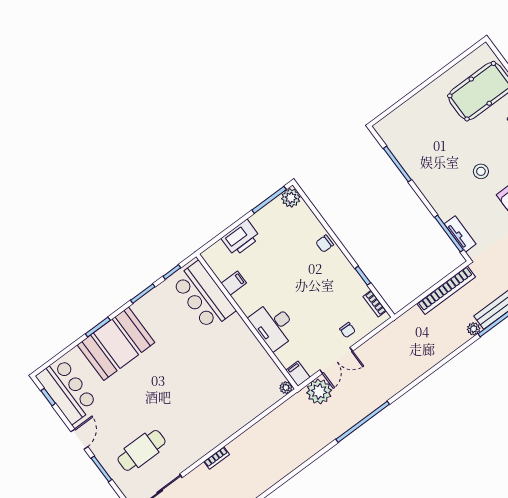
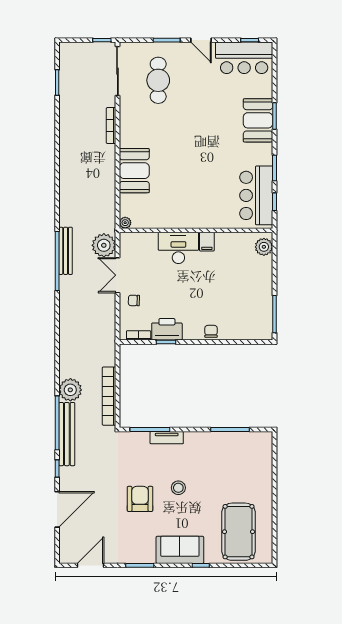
plant: (291, 198) -> (264, 247), moved
tv unit: (460, 234) -> (167, 438), moved
printer: (241, 238) -> (167, 329), moved, turned 90
filing cabinet: (234, 283) -> (207, 242), moved
bar counter: (203, 296) -> (256, 195), moved, turned -90
plant: (474, 329) -> (70, 390), width x1.88, depth x1.88
booth: (116, 344) -> (258, 120), width x0.73, depth x0.70
filing cabinet: (298, 374) -> (129, 239), removed
booth: (235, 413) -> (134, 171), added
bench: (348, 421) -> (66, 251), added
bookcase: (217, 458) -> (111, 126), width x1.56

